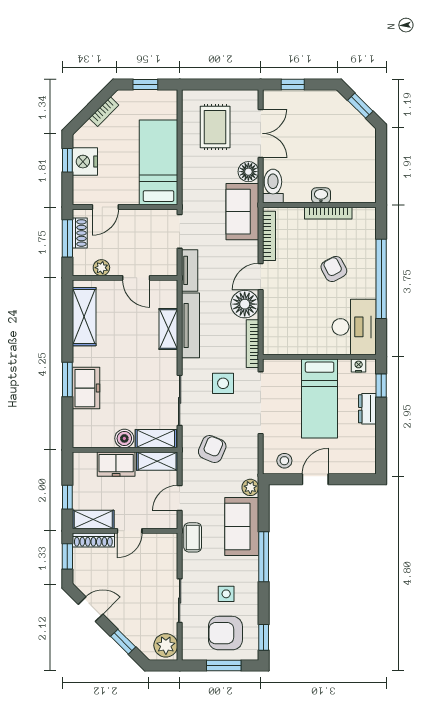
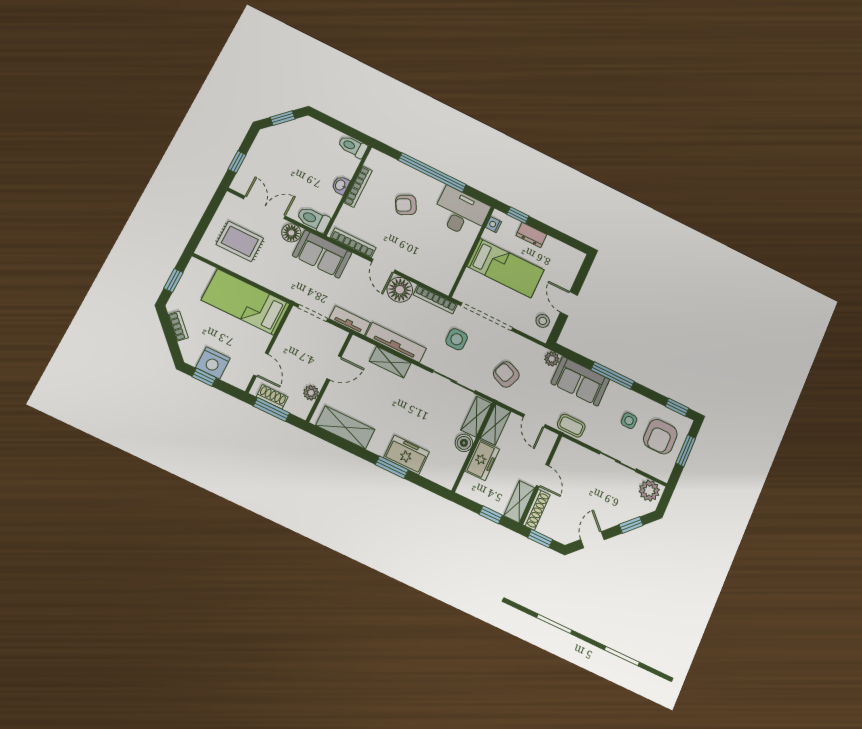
toilet: (367, 188) -> (353, 147), added

